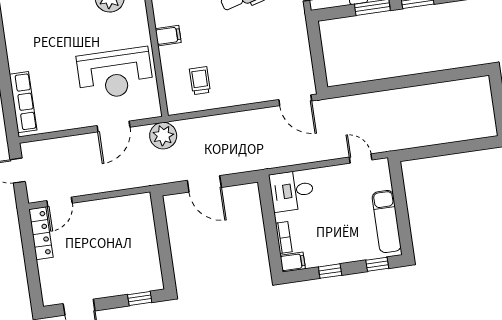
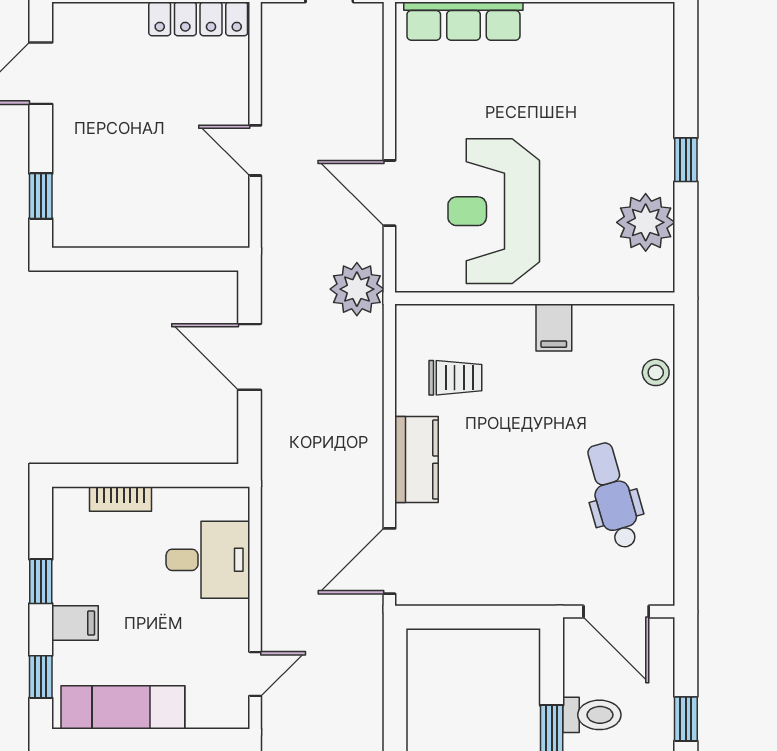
kitchen counter: (243, 94) -> (416, 460), added
door: (204, 184) -> (250, 357), hinge flipped
desk: (292, 191) -> (208, 560), moved, turned 90
door: (59, 202) -> (255, 150), moved
filing cabinet: (293, 262) -> (75, 623), moved, turned -90

